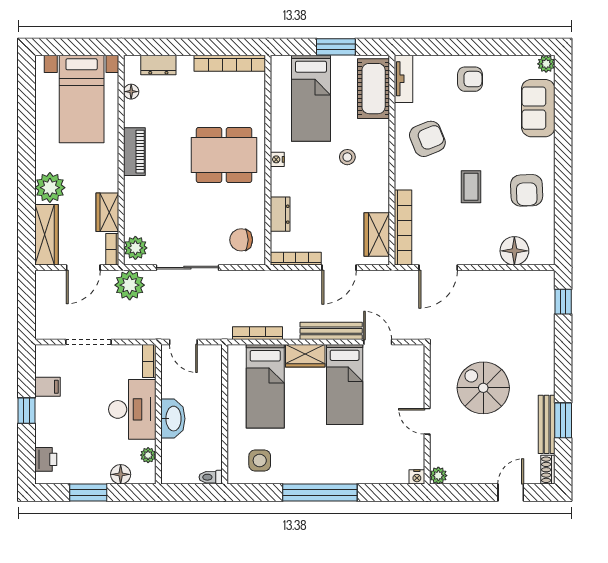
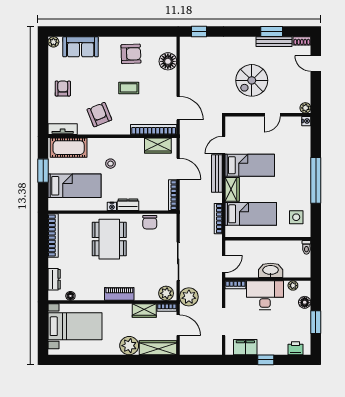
piano: (134, 152) -> (119, 294), moved
dresser: (280, 214) -> (128, 205), moved
chair: (241, 240) -> (150, 222), moved
filing cabinet: (47, 387) -> (245, 347), width x2.00

